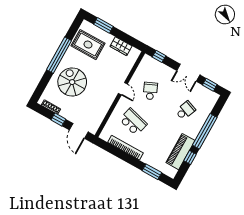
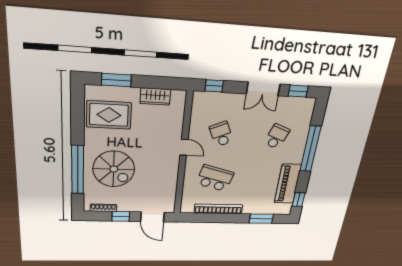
window: (59, 55) -> (78, 170), moved
spiral stairs: (72, 82) -> (114, 169), turned 180
window: (190, 157) -> (299, 200), moved

